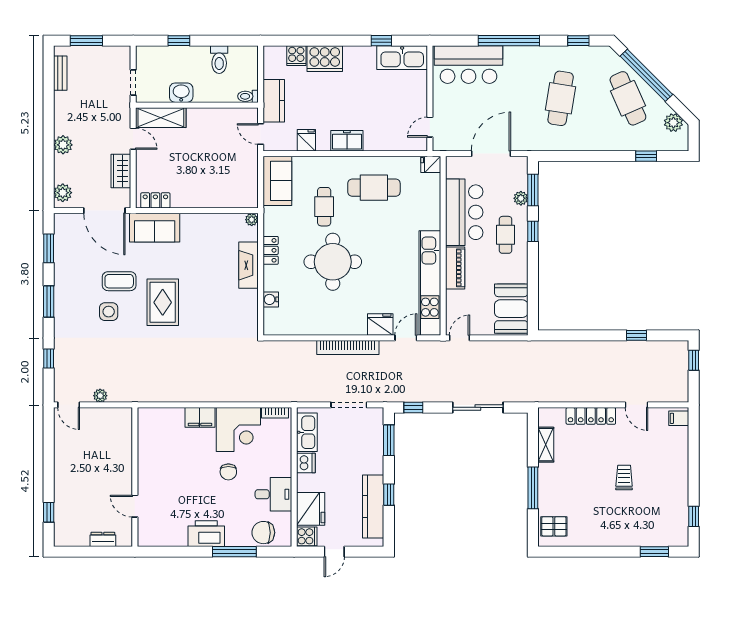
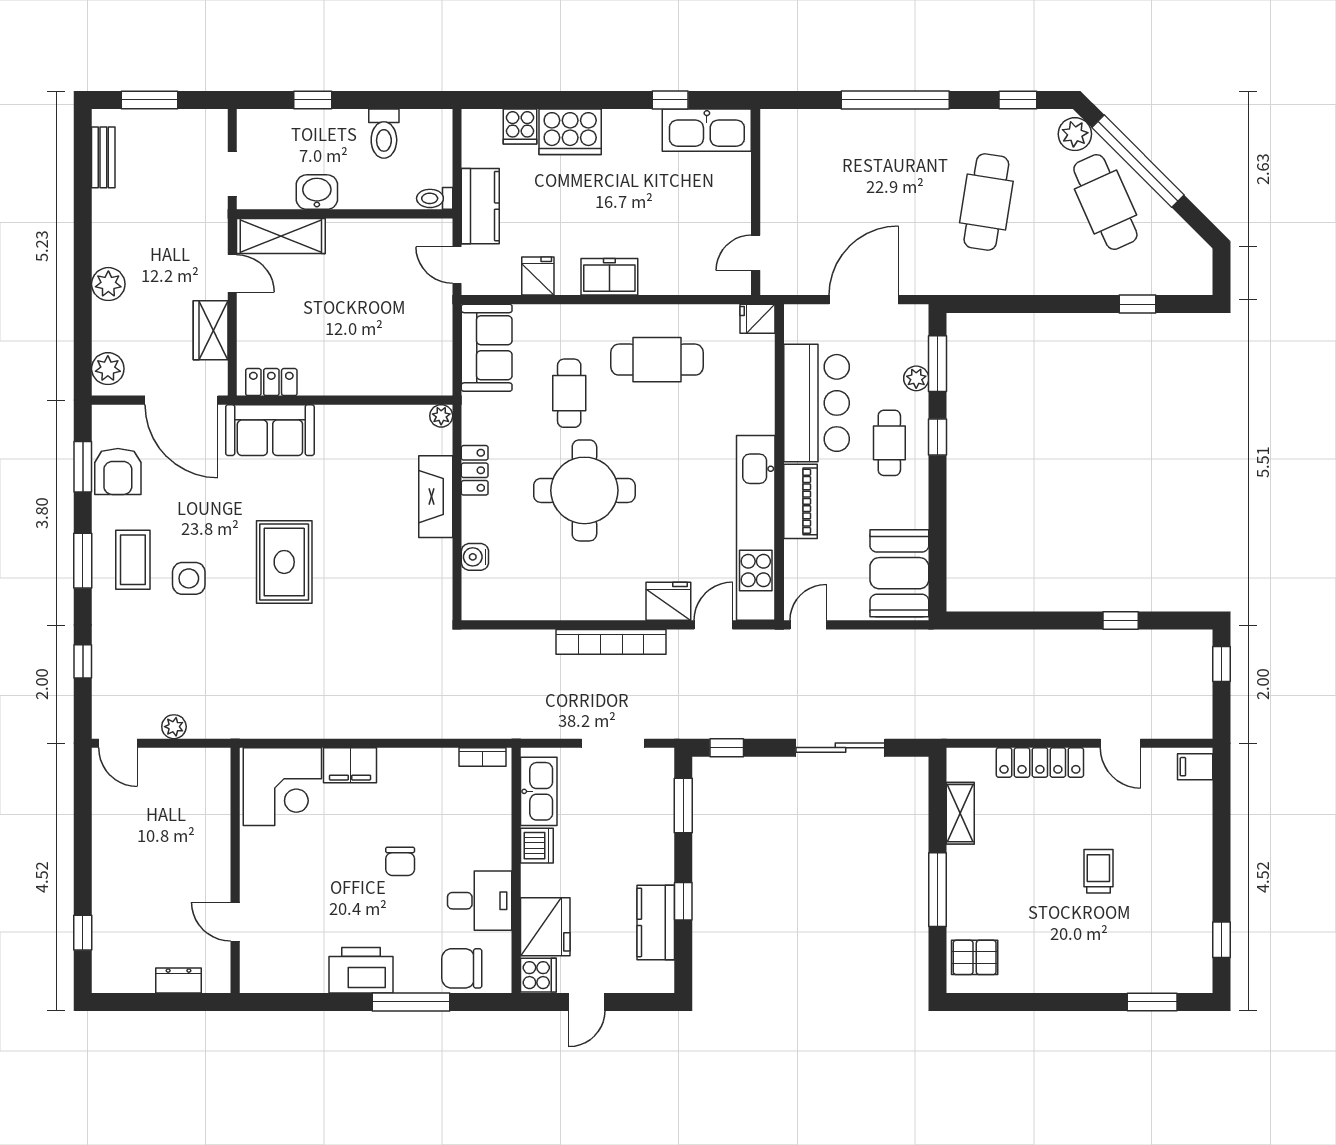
bar counter: (469, 65) -> (824, 142), removed
plant: (673, 123) -> (1075, 134), moved
armchair: (68, 251) -> (118, 471), added
coffee table: (119, 281) -> (133, 560), moved, turned 90
corner desk: (238, 430) -> (282, 787), moved
kitchen counter: (373, 507) -> (656, 922), width x0.67

